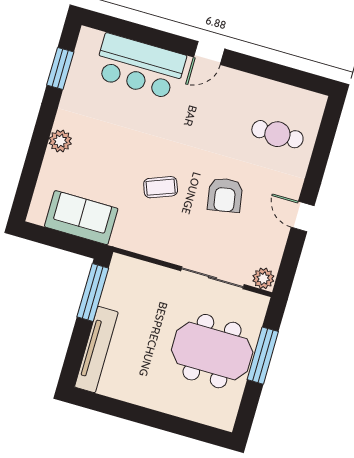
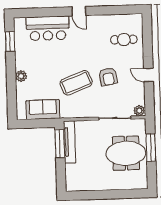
door: (209, 53) -> (79, 11), hinge flipped
coffee table: (161, 187) -> (76, 83), width x1.86, depth x1.72
tv unit: (96, 350) -> (69, 142), moved

